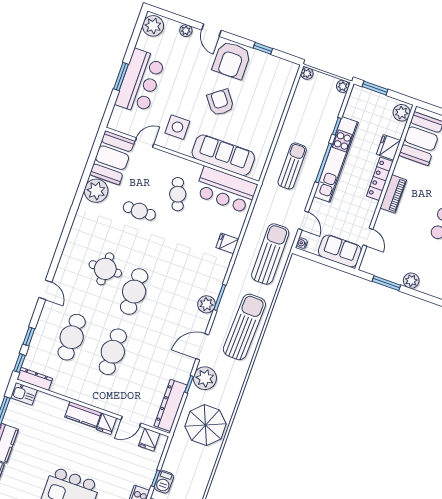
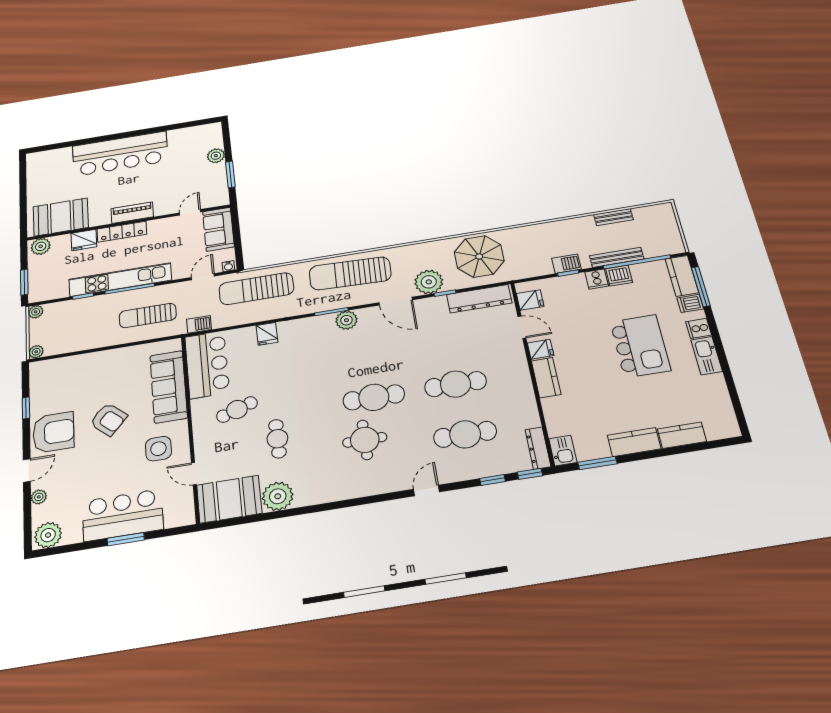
armchair: (220, 102) -> (108, 419), turned -101
barbecue: (263, 199) -> (199, 324), added

